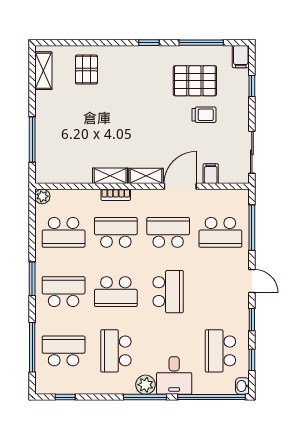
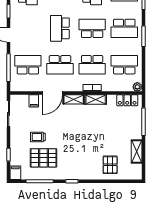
shelving: (43, 71) -> (137, 151), moved
locker: (59, 174) -> (127, 100), added

